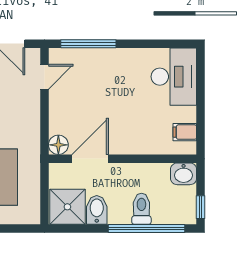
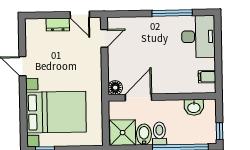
window: (88, 44) -> (172, 13), moved
washbasin: (184, 174) -> (194, 107), moved
toilet: (141, 209) -> (159, 133), moved

